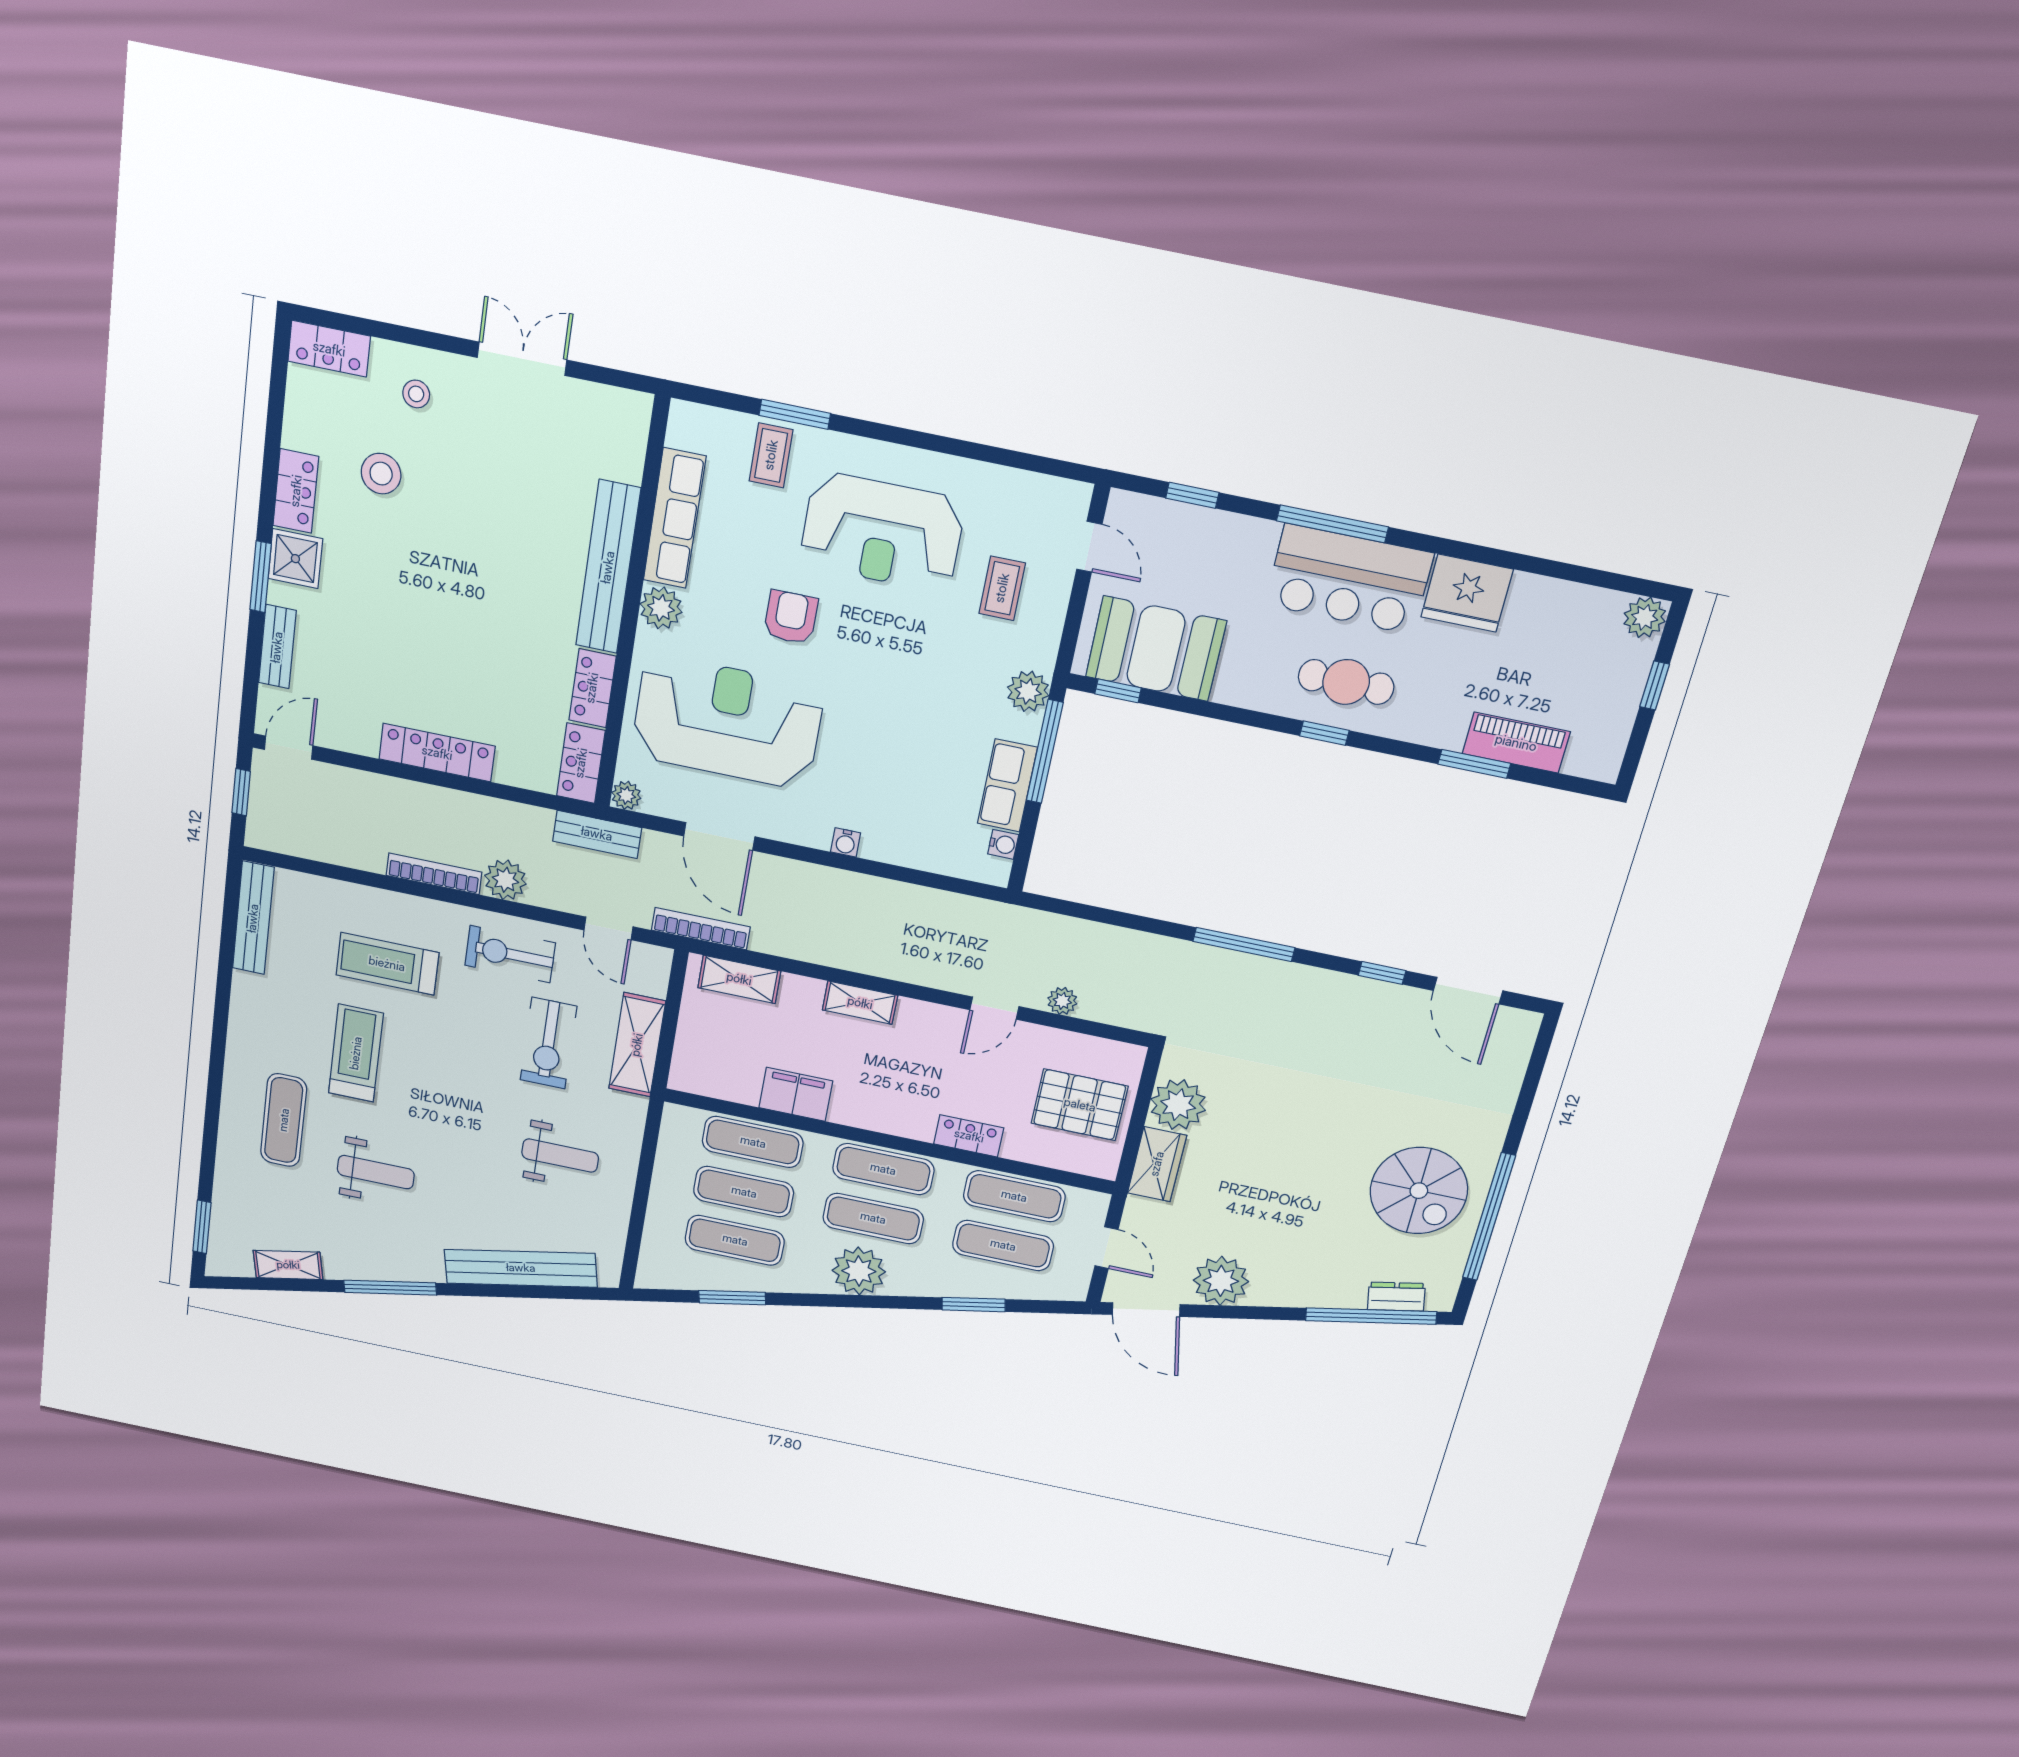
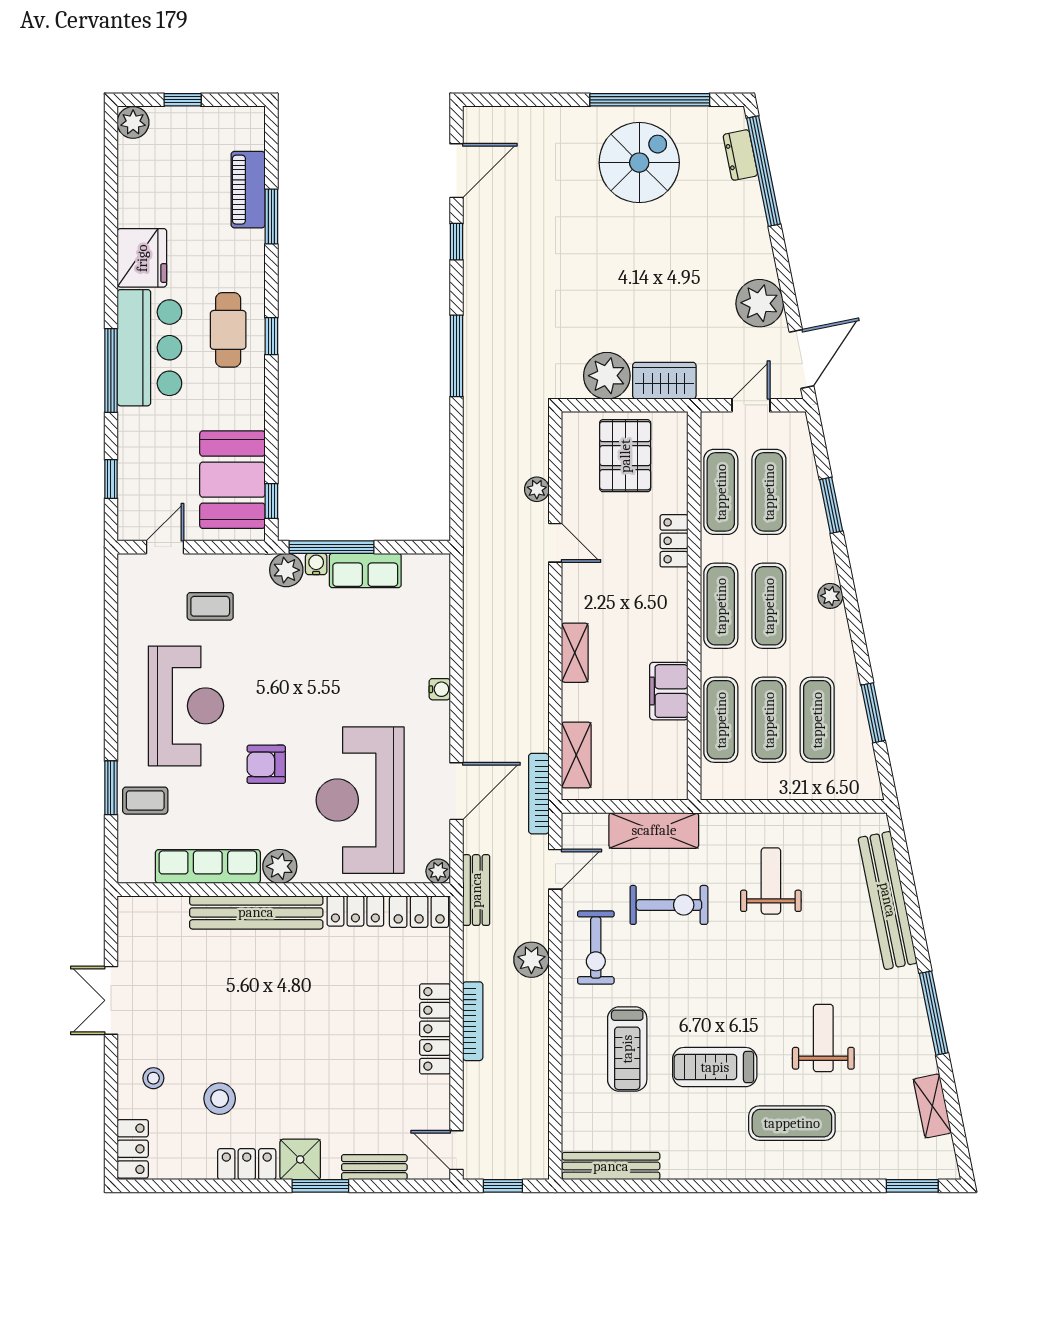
water cooler: (1003, 844) -> (316, 564), moved
bookcase: (434, 874) -> (473, 1021), moved, turned 180
plant: (859, 1271) -> (830, 596), width x0.53, depth x0.53

